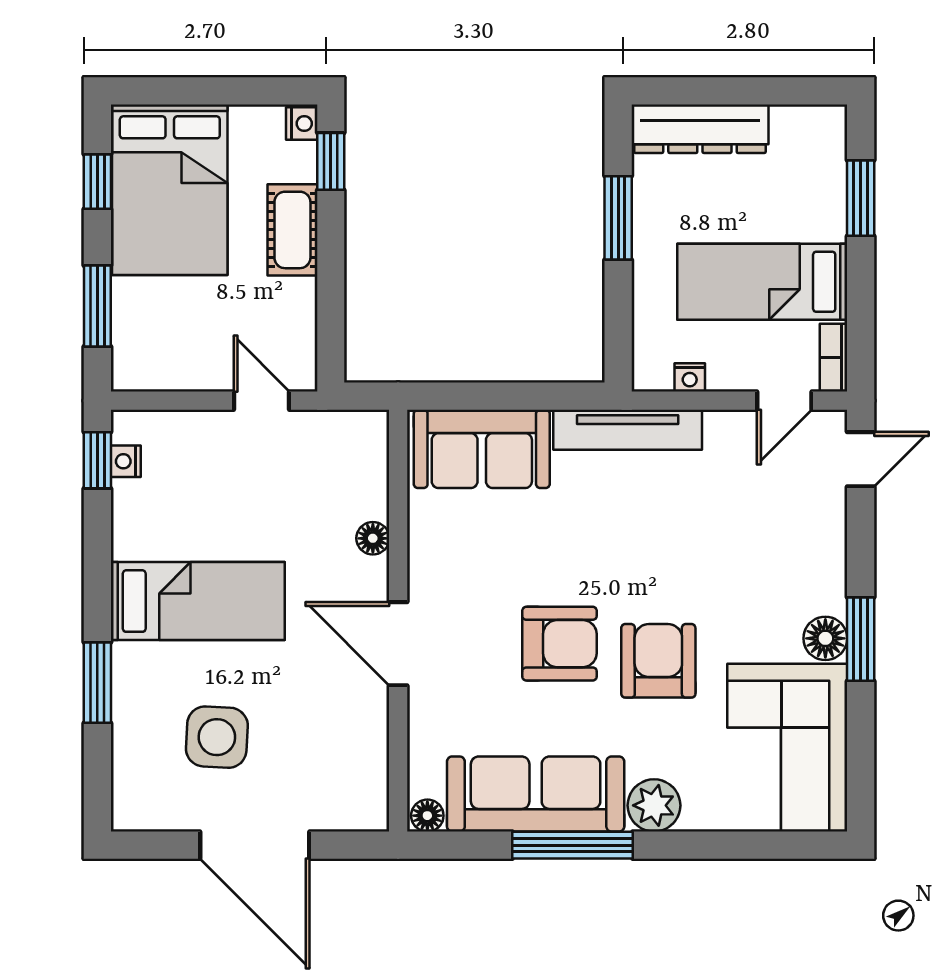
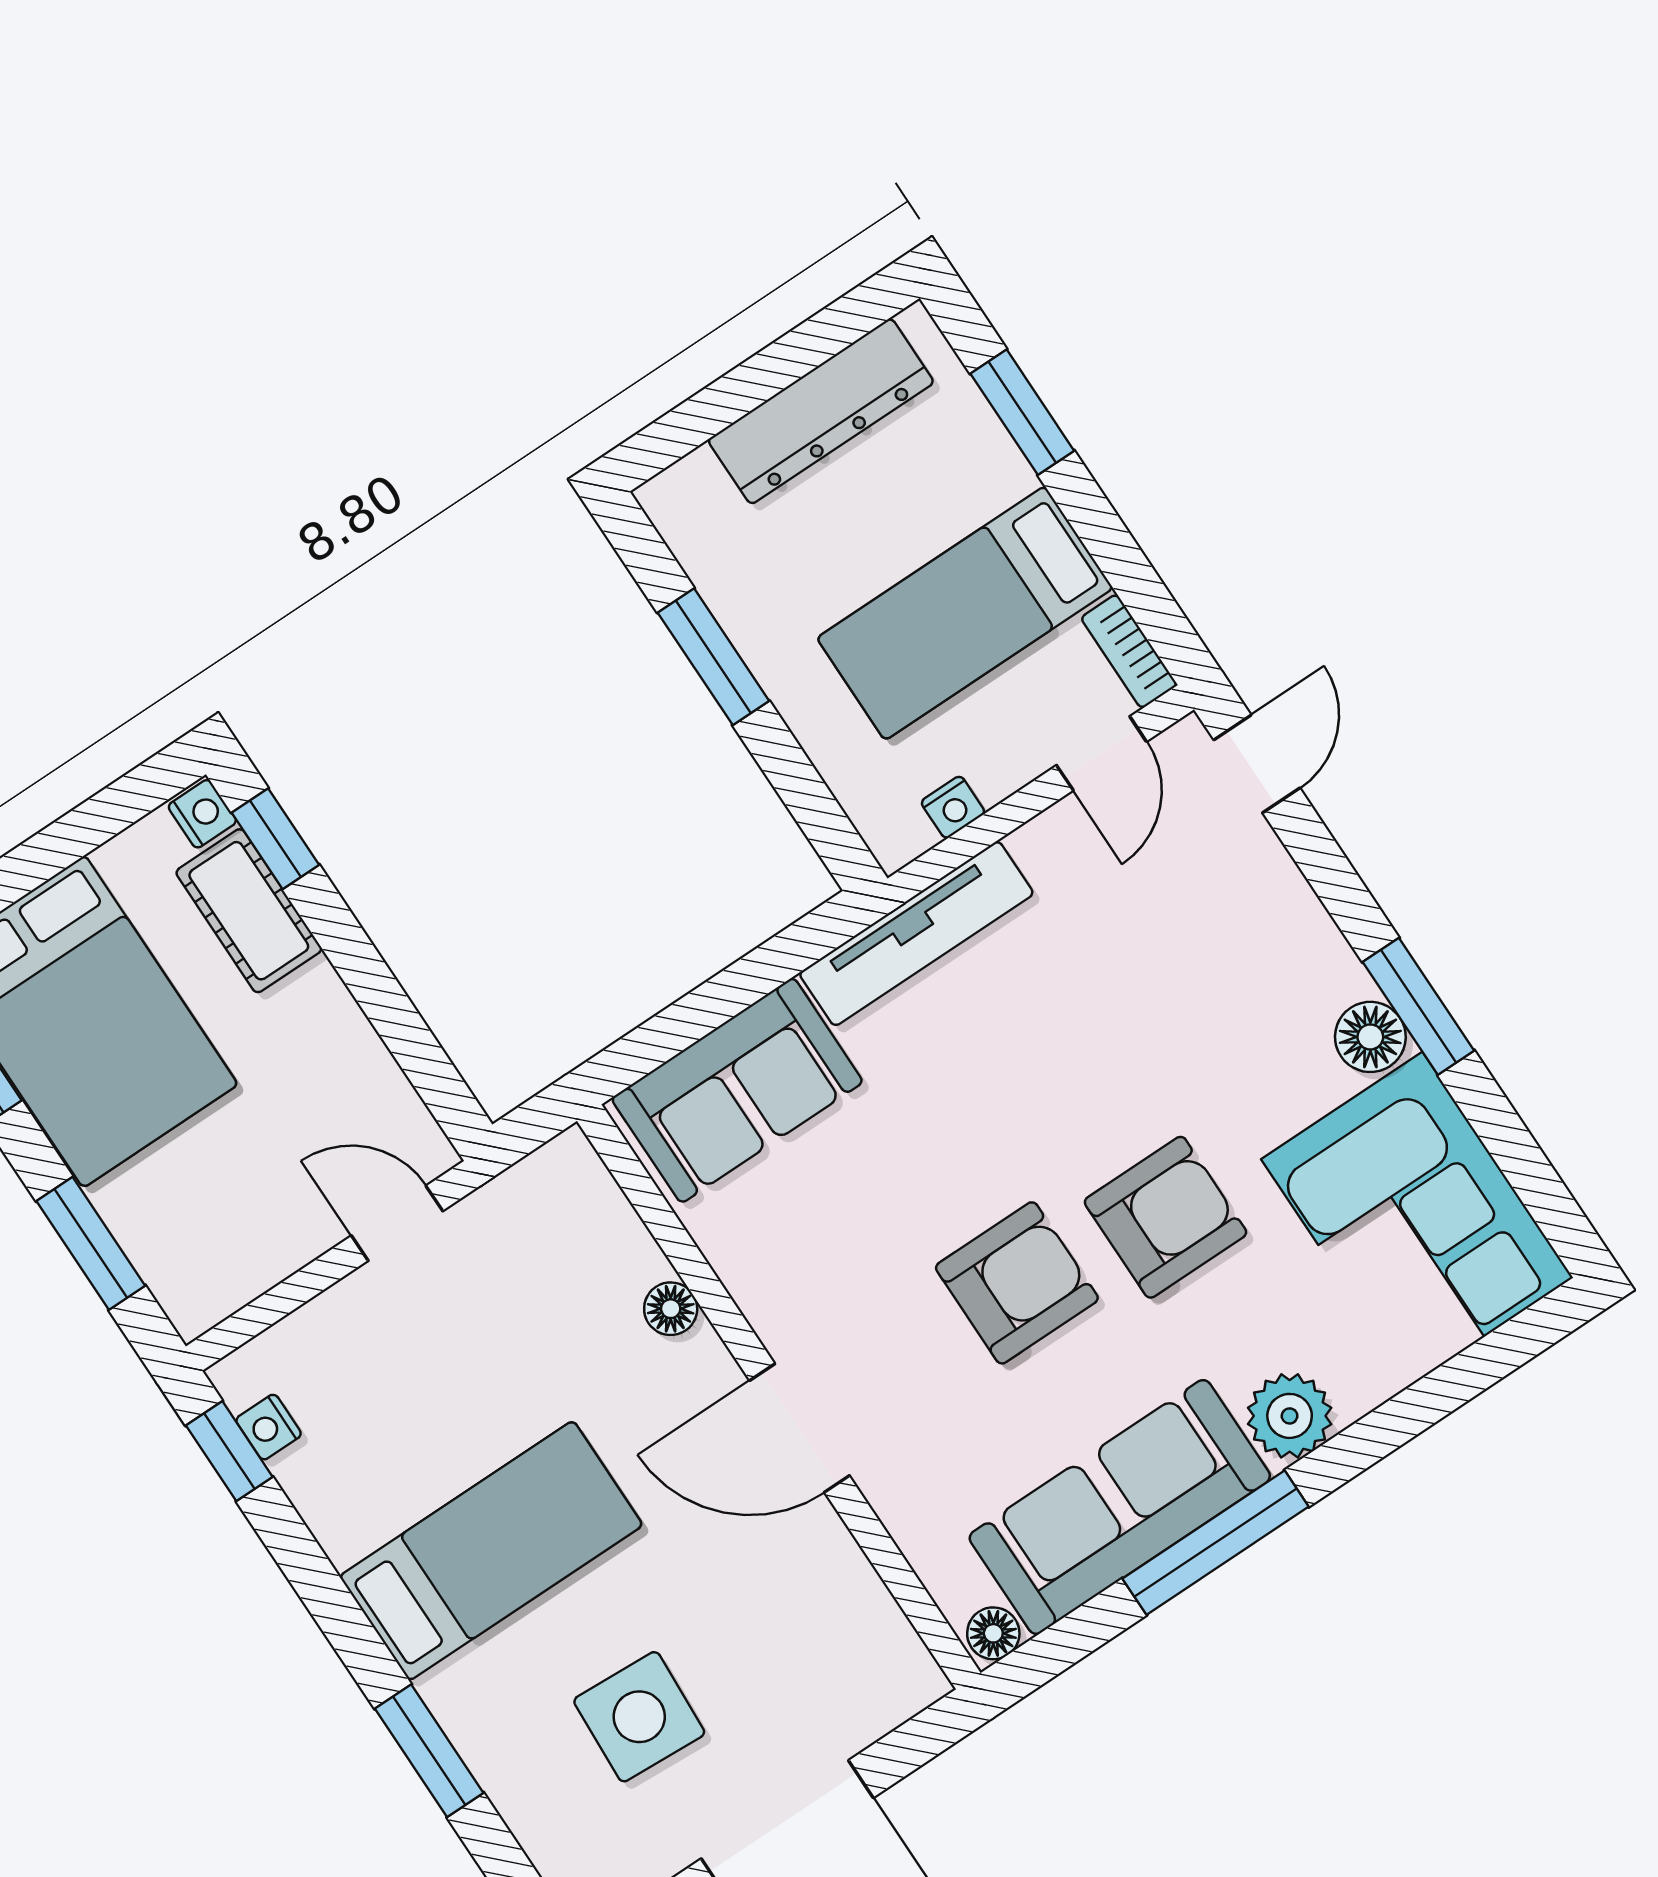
dresser: (700, 129) -> (821, 411), moved
cot: (292, 230) -> (249, 911), moved
armchair: (658, 661) -> (1166, 1217), turned 90

